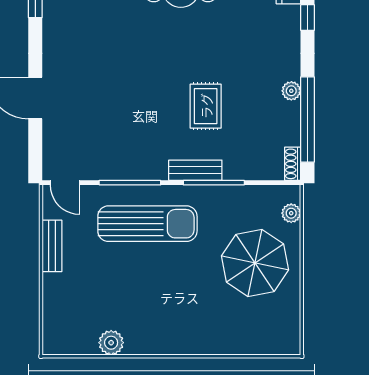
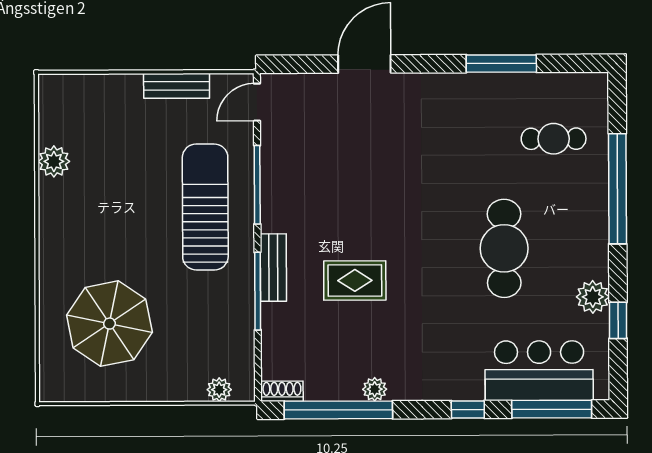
sun lounger: (147, 224) -> (205, 207), turned 180
parasol: (255, 263) -> (109, 324), moved

